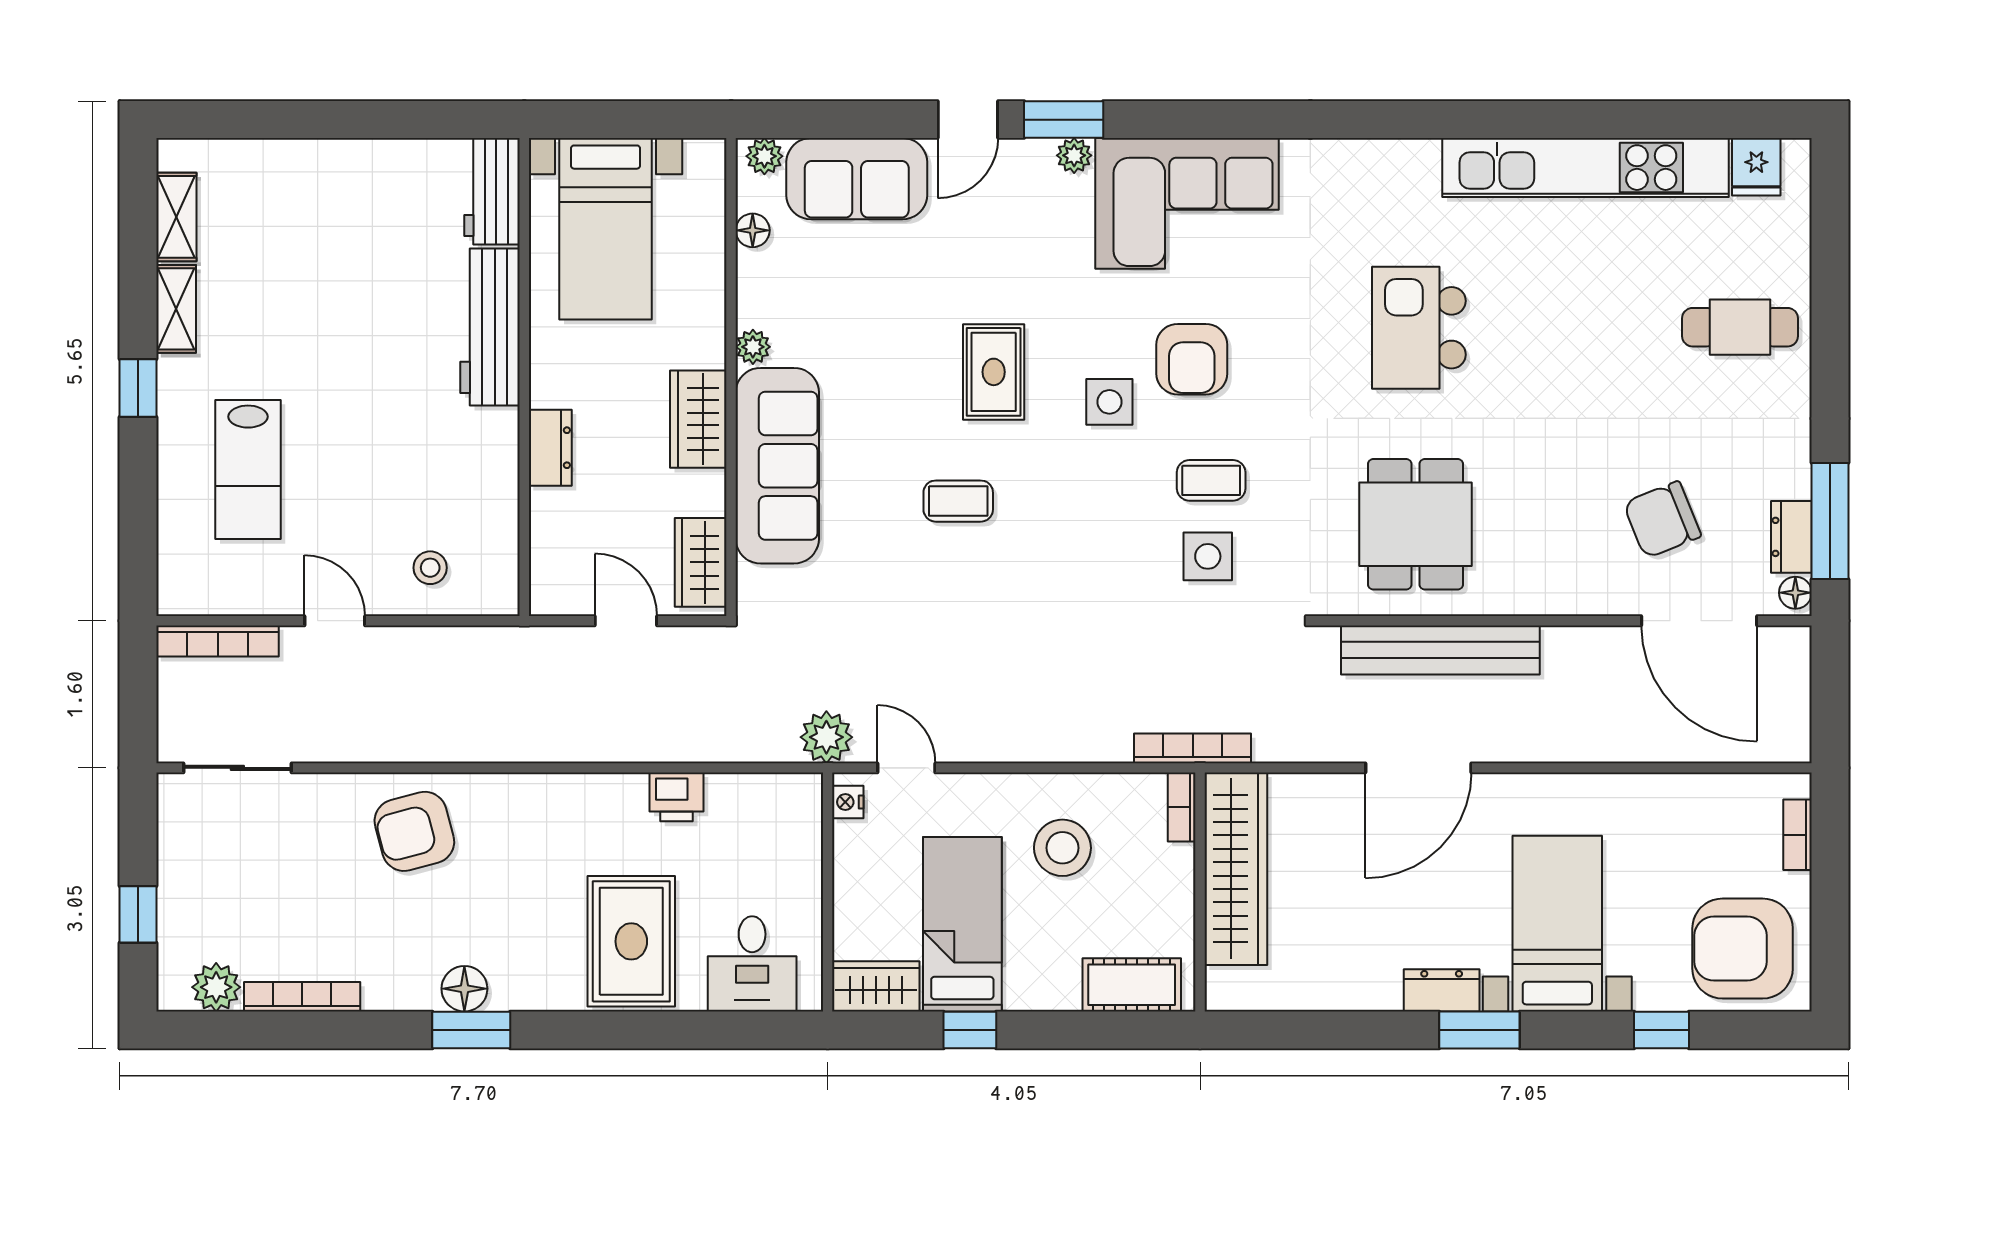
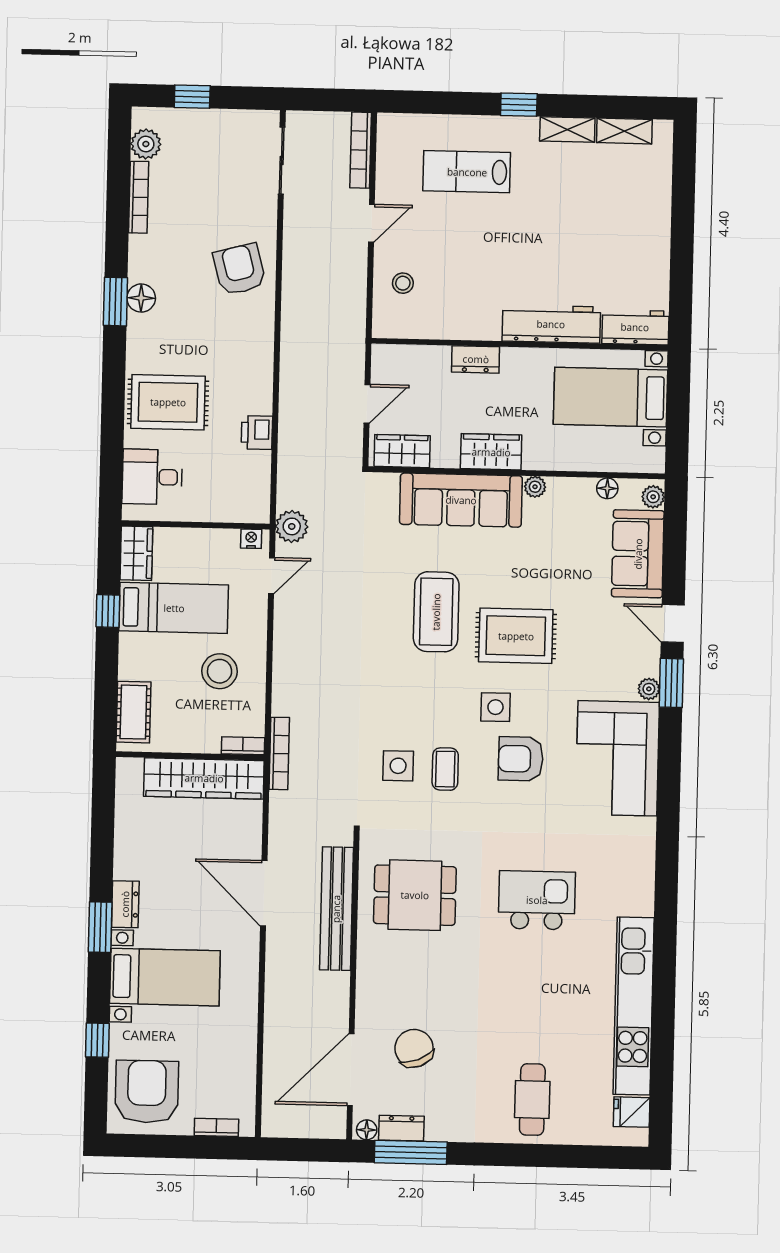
rug: (994, 372) -> (516, 636), width x1.36, depth x1.43
coffee table: (958, 501) -> (436, 612), width x1.86, depth x1.72

